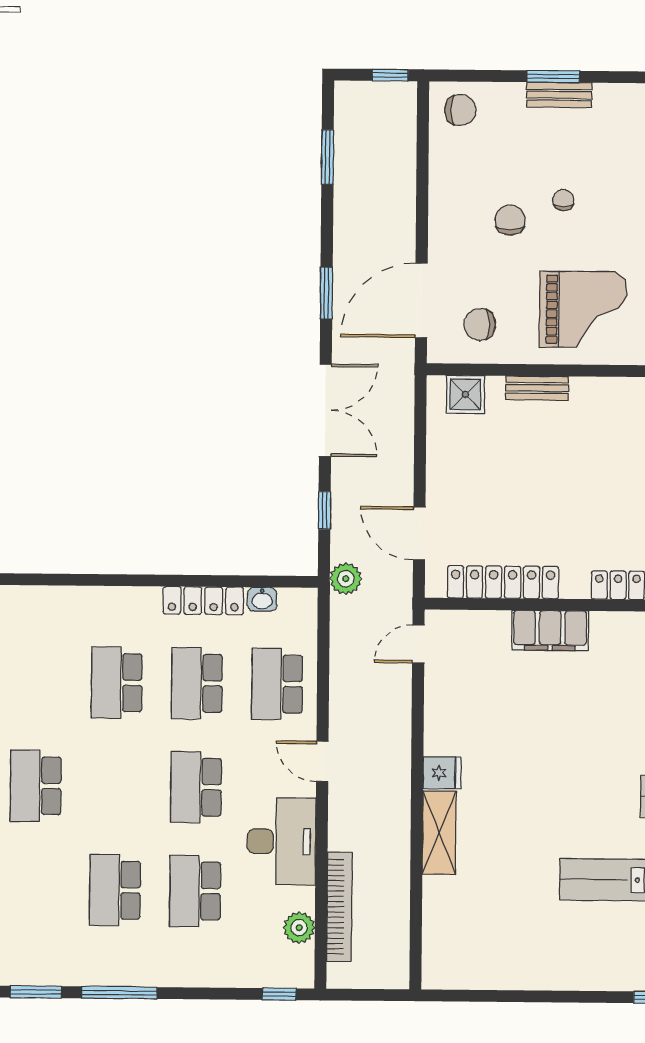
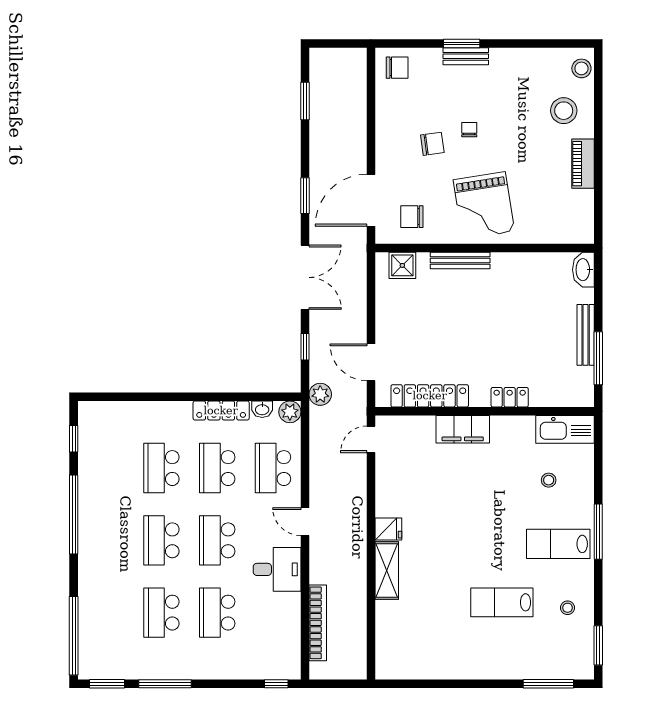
window: (390, 75) -> (348, 44), removed
chair: (510, 220) -> (432, 144), turned 82
grand piano: (583, 310) -> (484, 206), turned 81
bench: (537, 388) -> (460, 261), width x1.36
school desk: (36, 786) -> (161, 540), moved
desk: (282, 841) -> (277, 569), width x0.73
plant: (299, 928) -> (290, 412), moved

